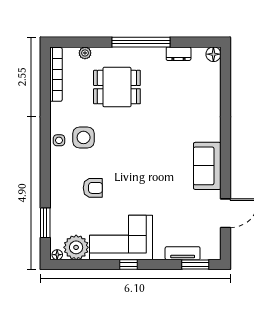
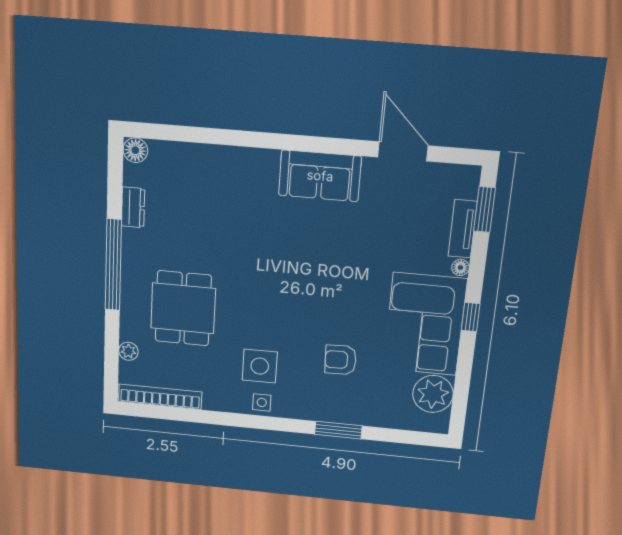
armchair: (93, 188) -> (341, 360), turned -92
window: (45, 223) -> (338, 430), moved
floor lamp: (57, 255) -> (460, 267), moved

